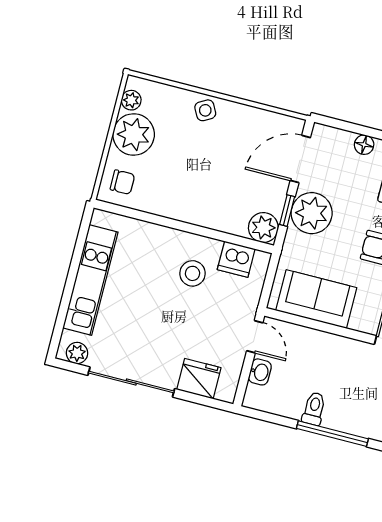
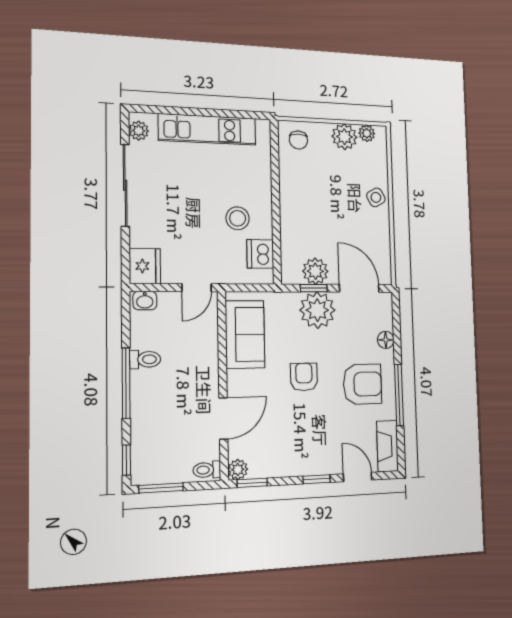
plant: (134, 134) -> (344, 137), width x0.73, depth x0.73
plant: (263, 228) -> (315, 271), moved
washbasin: (260, 372) -> (145, 301), moved
fridge: (199, 379) -> (145, 266), moved

